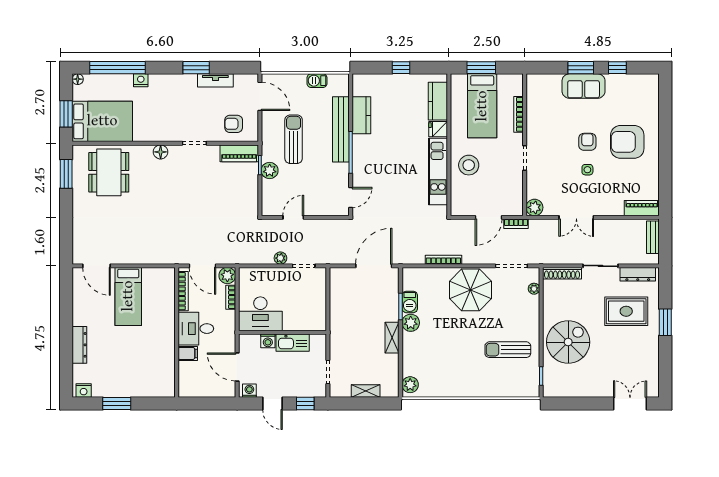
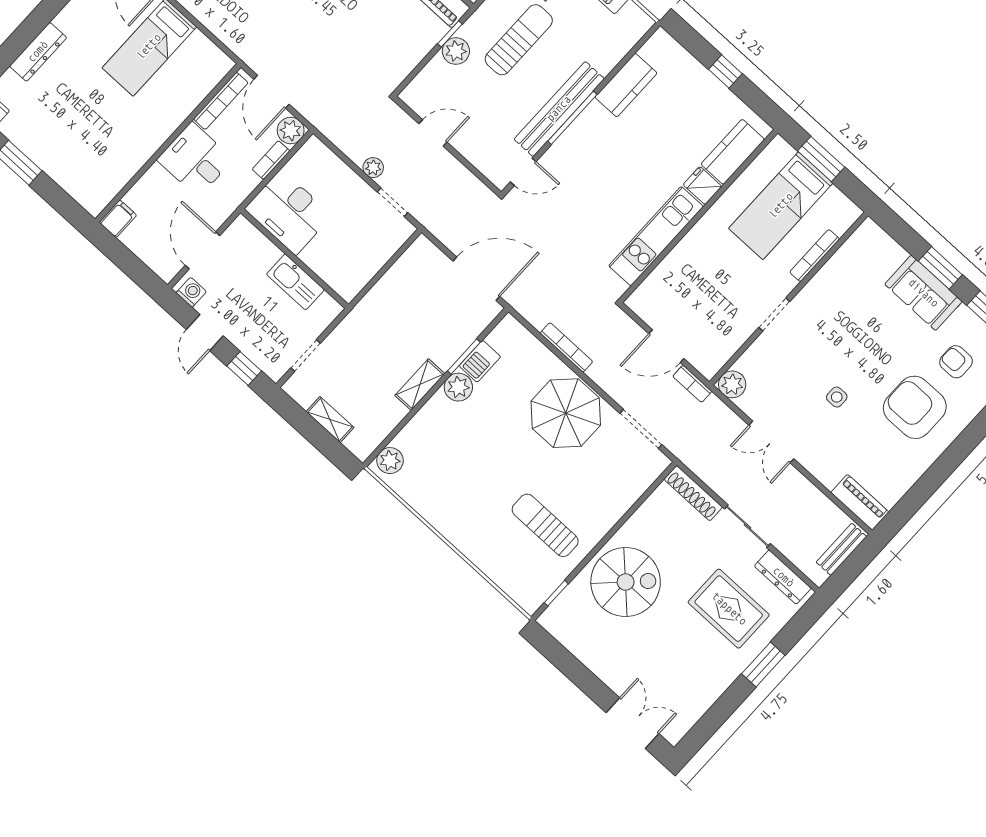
bench: (341, 129) -> (559, 109), moved
armchair: (587, 142) -> (956, 362), moved, turned -90
stool: (469, 165) -> (700, 262), removed
plant: (534, 289) -> (643, 481), removed
washing machine: (268, 341) -> (268, 253), removed
filing cabinet: (188, 353) -> (118, 219), moved, turned -90

